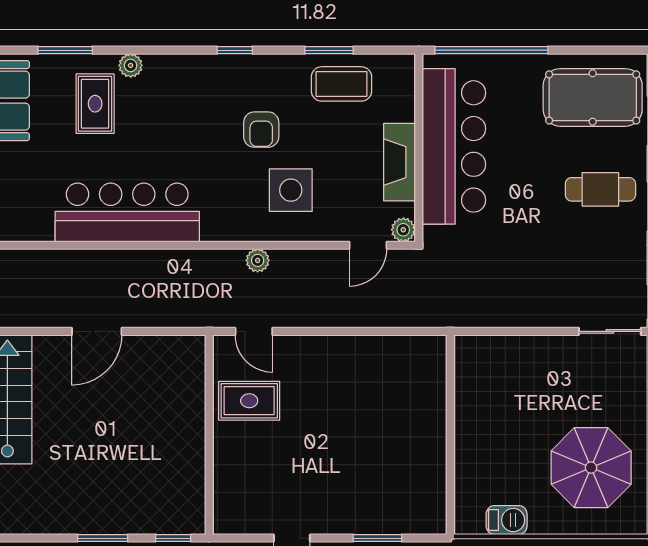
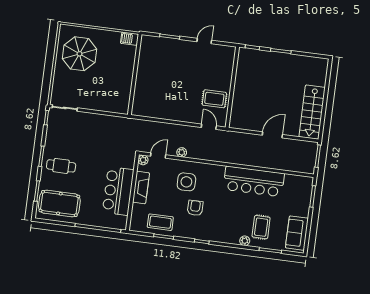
bar counter: (454, 146) -> (118, 191), width x0.73
plant: (258, 260) -> (182, 152), moved
barbecue: (507, 520) -> (130, 39), moved

